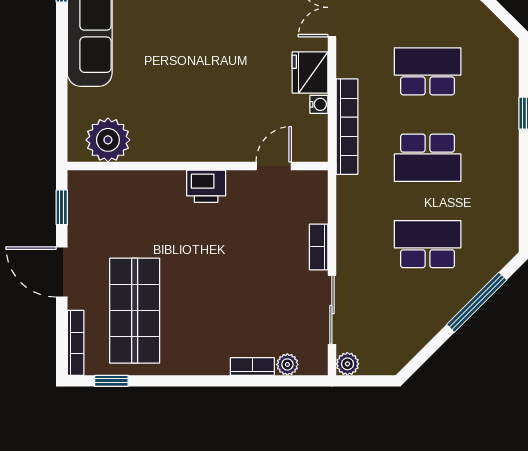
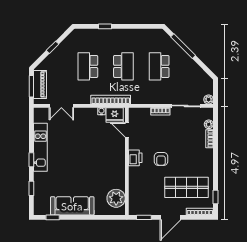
fridge: (310, 73) -> (115, 115), moved
armchair: (203, 249) -> (161, 159), added

